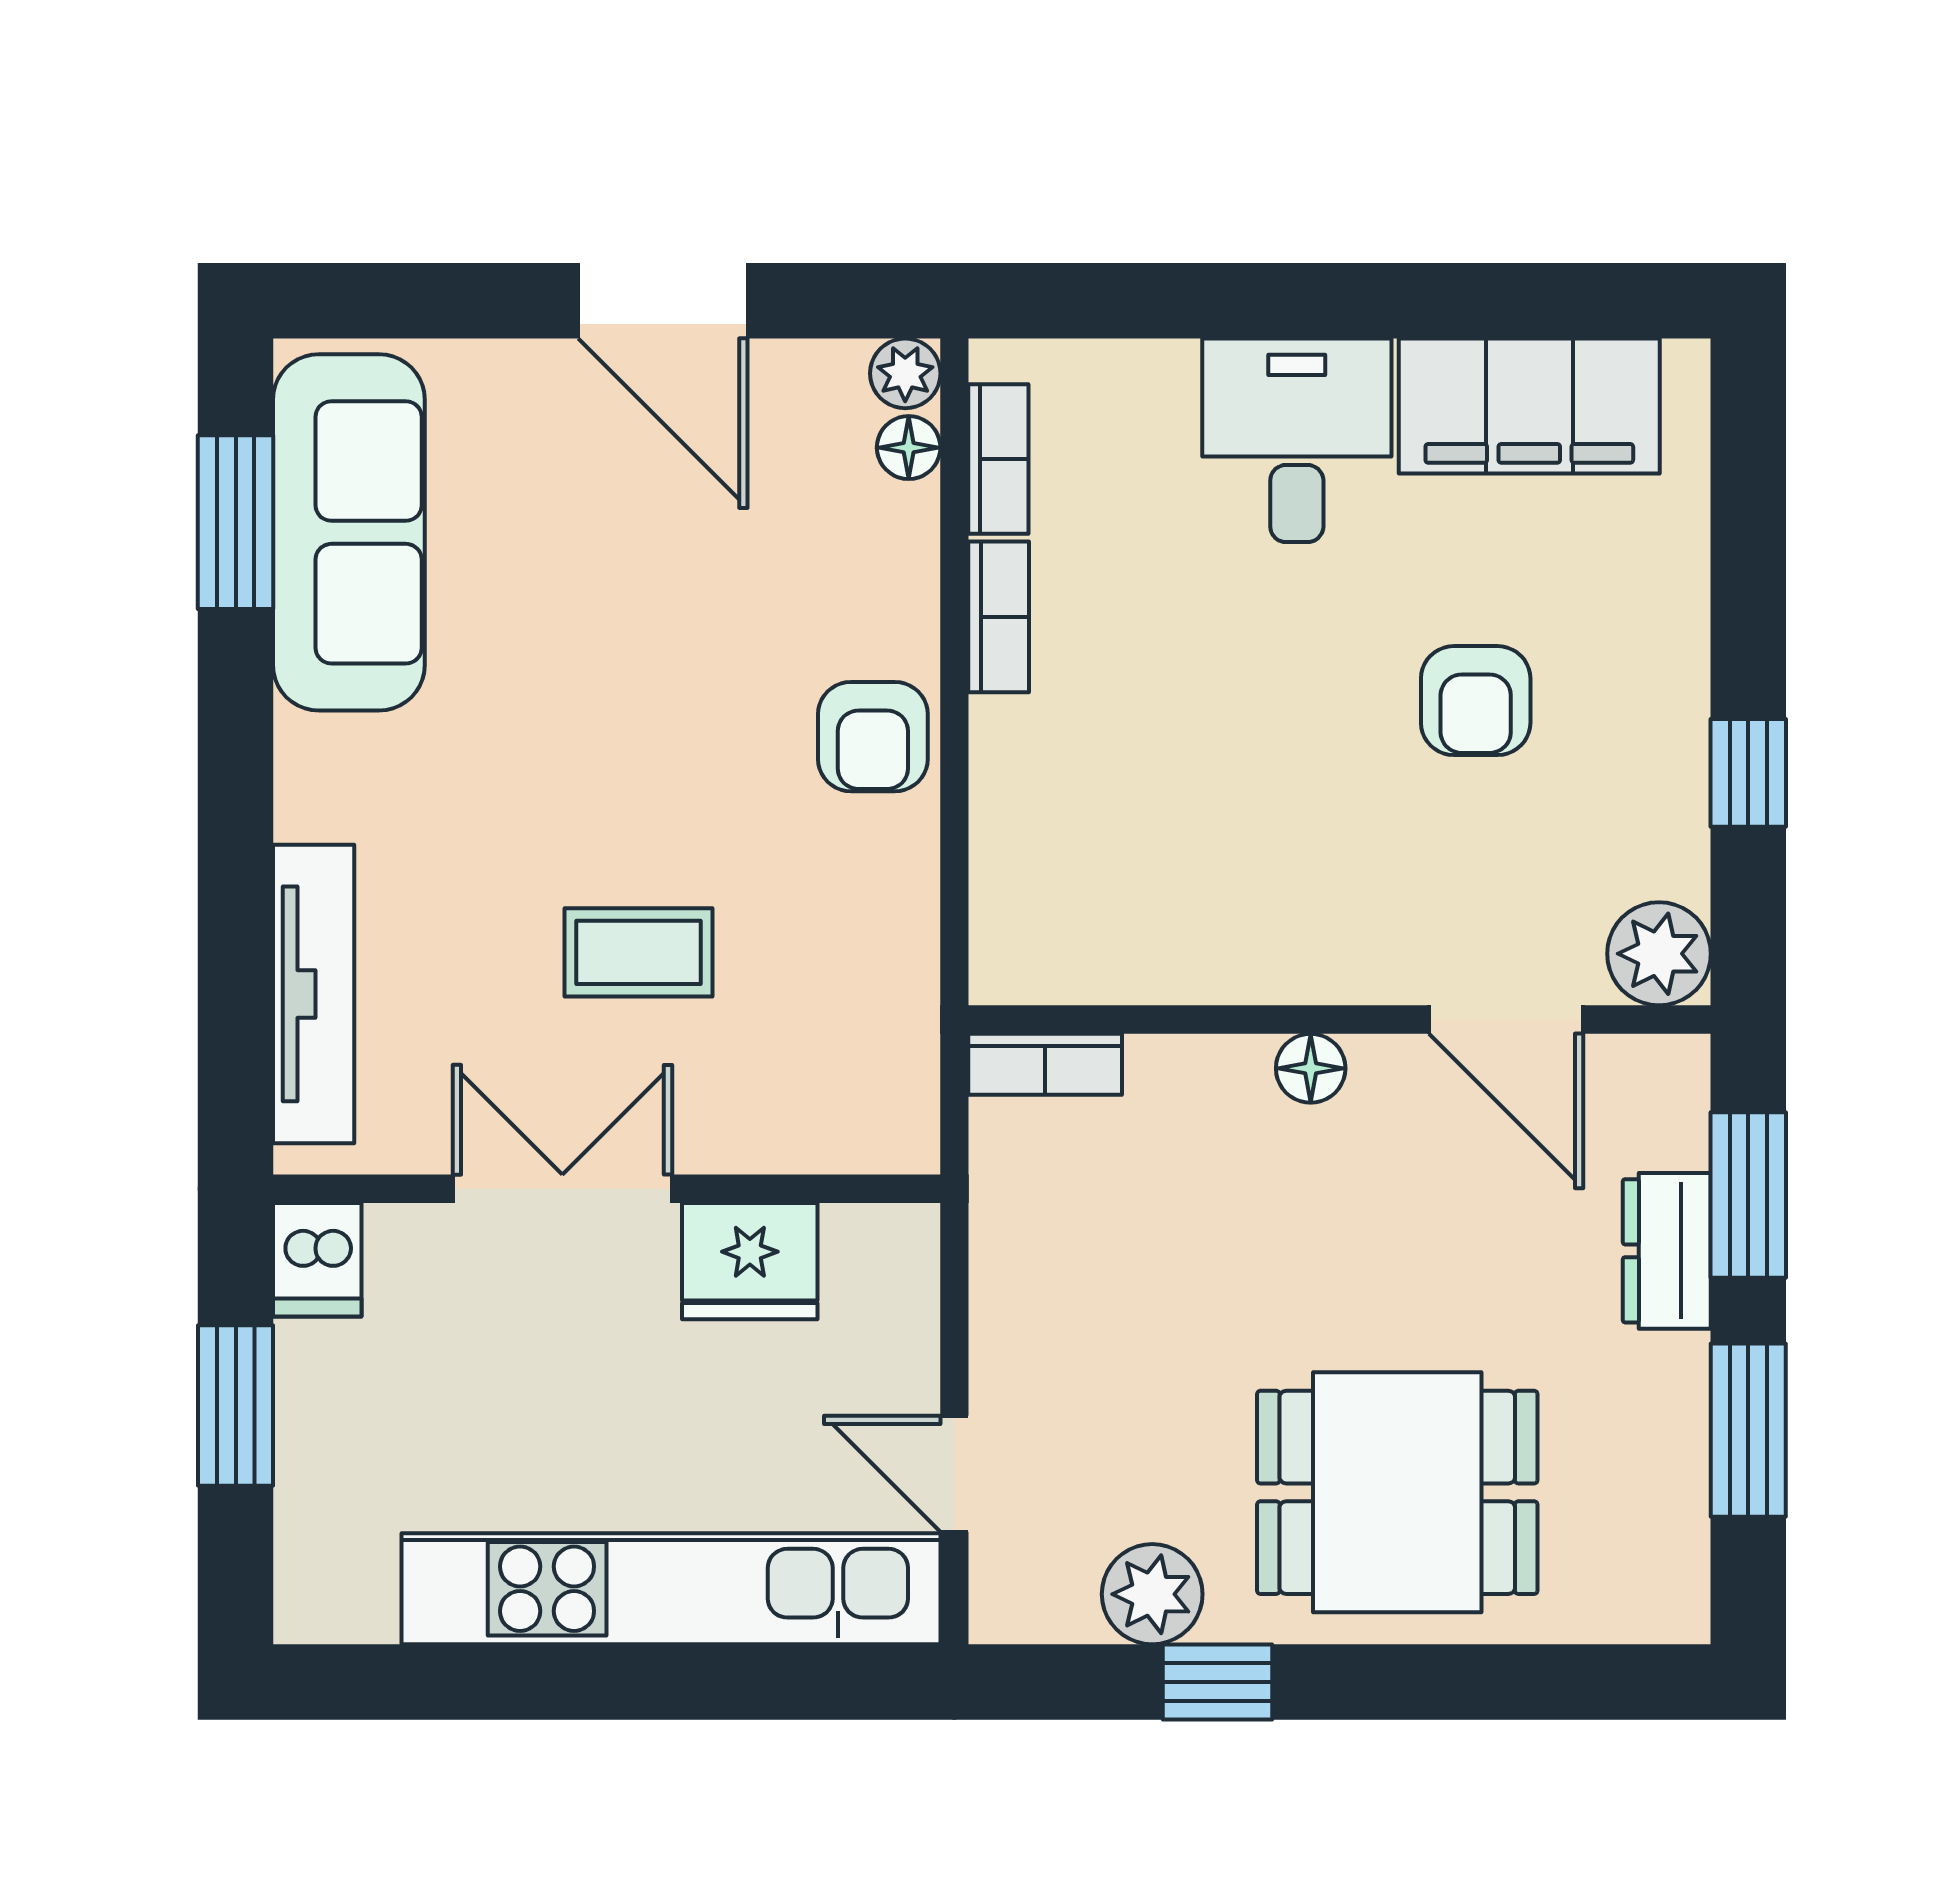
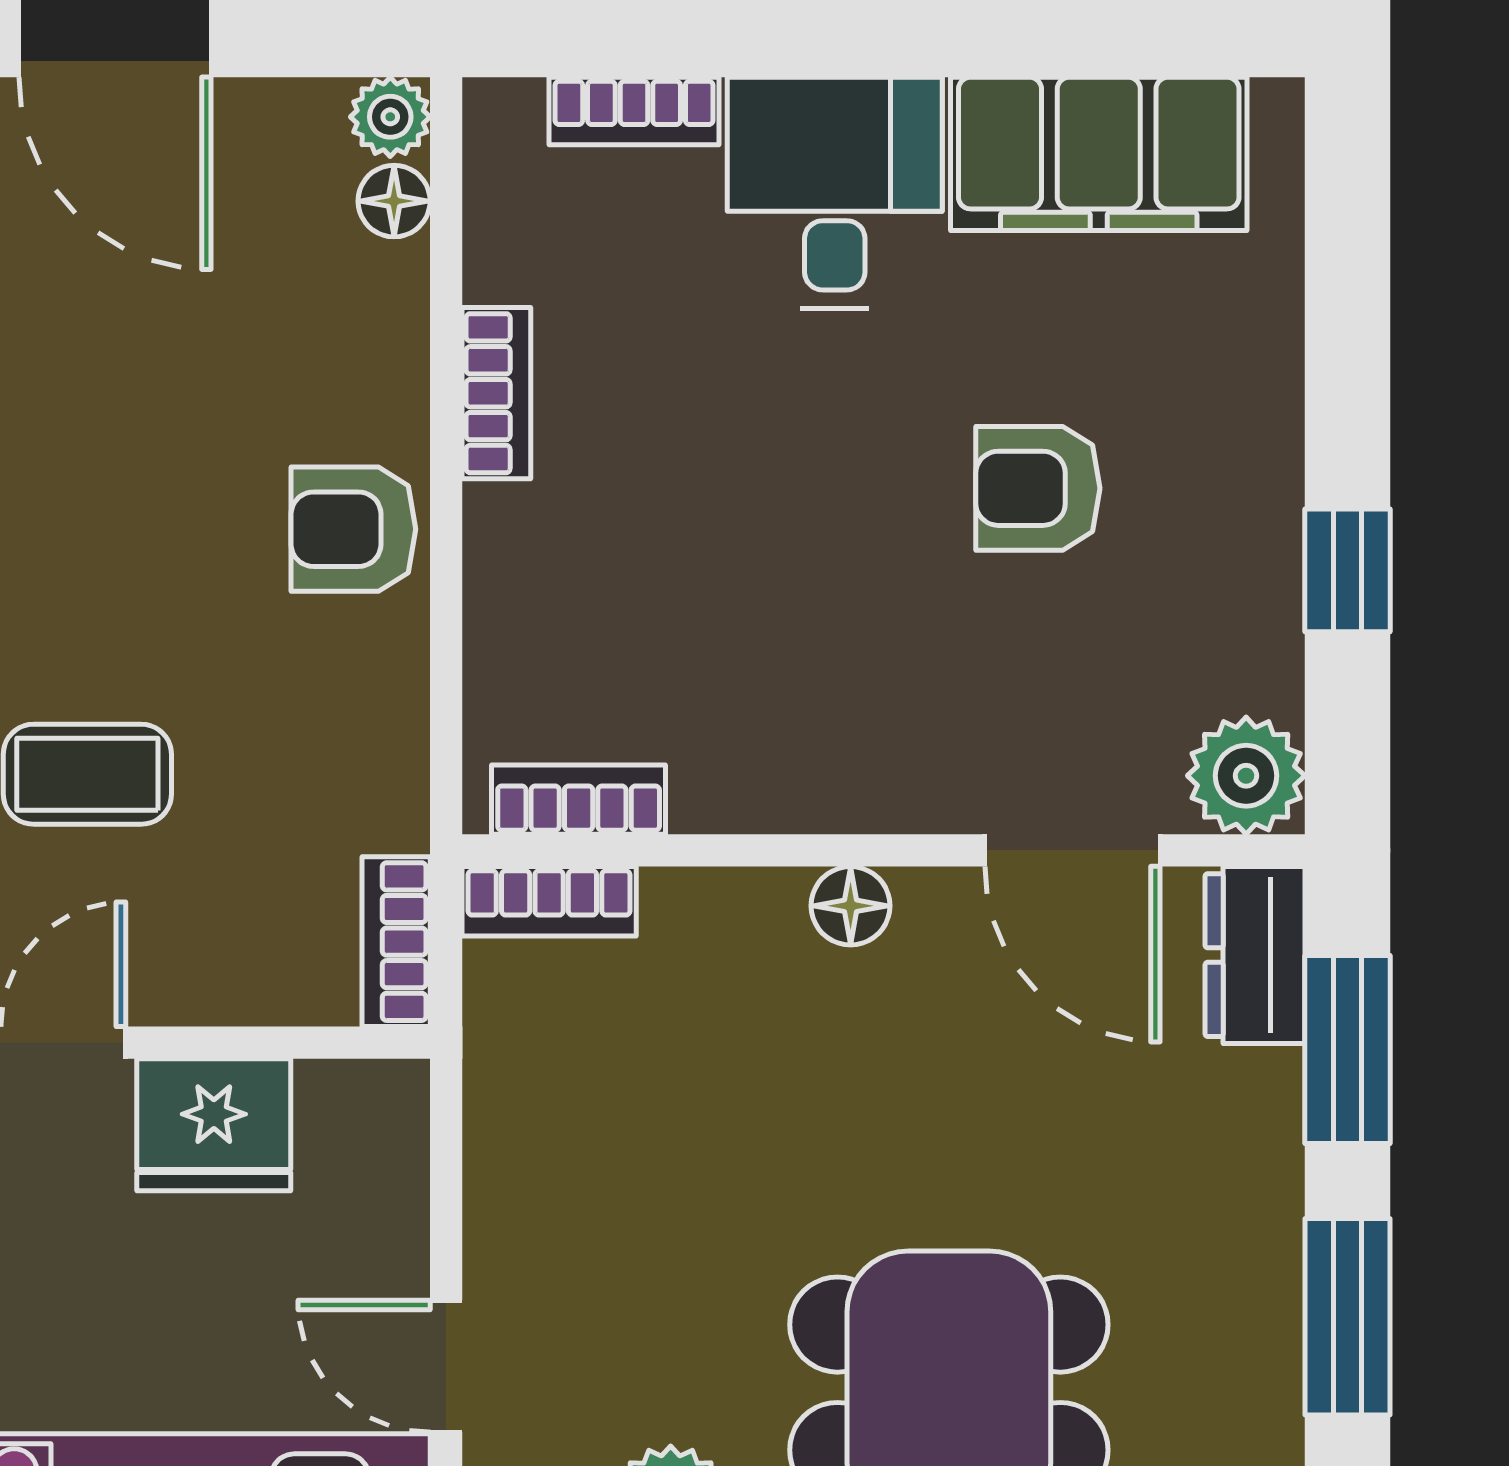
bookcase: (998, 459) -> (634, 111), moved, turned 90
armchair: (1476, 701) -> (1038, 488), turned 90
armchair: (873, 737) -> (353, 529), turned 90
bookcase: (1071, 975) -> (579, 800), added
bookcase: (910, 1100) -> (396, 942), added
dresser: (1667, 1251) -> (1255, 955), moved

